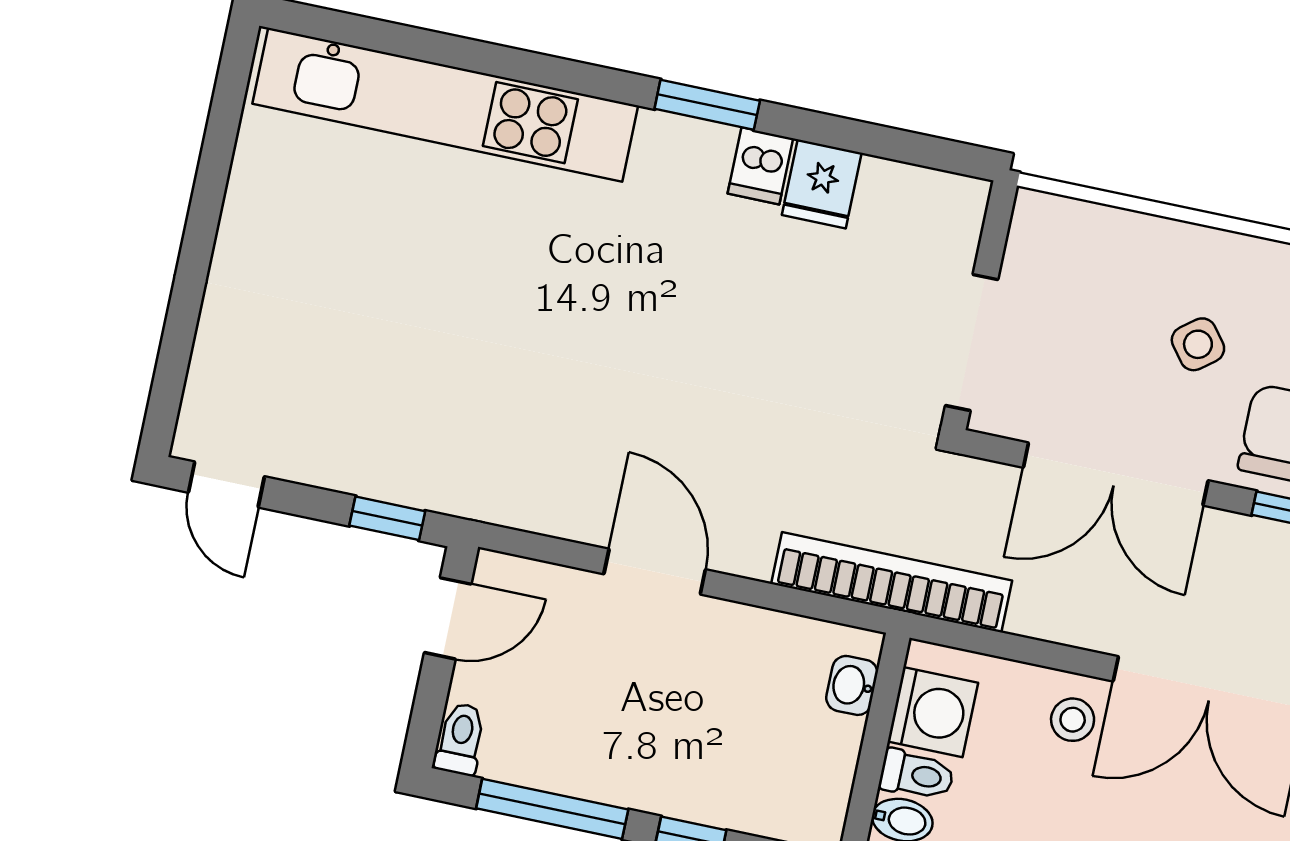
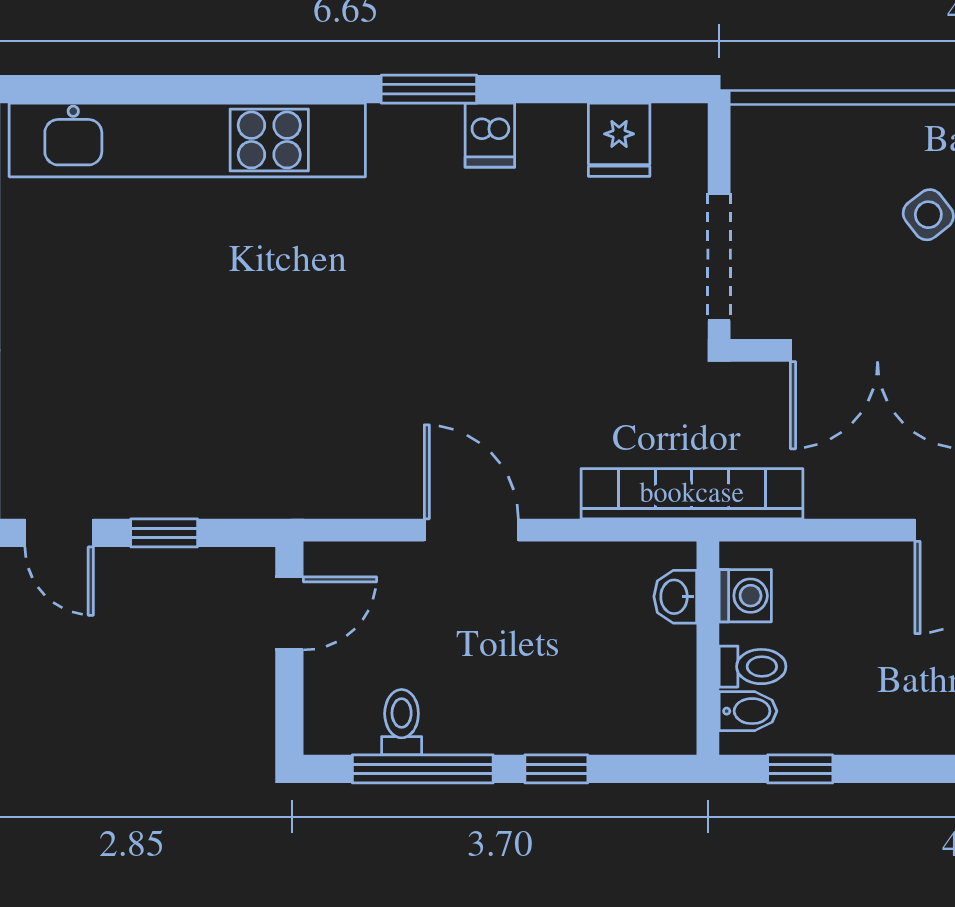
fridge: (822, 184) -> (619, 140), moved
window: (387, 518) -> (164, 533), moved
washing machine: (933, 712) -> (745, 596), width x0.73, depth x0.73
stool: (1073, 720) -> (886, 585), removed
toilet: (461, 739) -> (402, 722), moved

